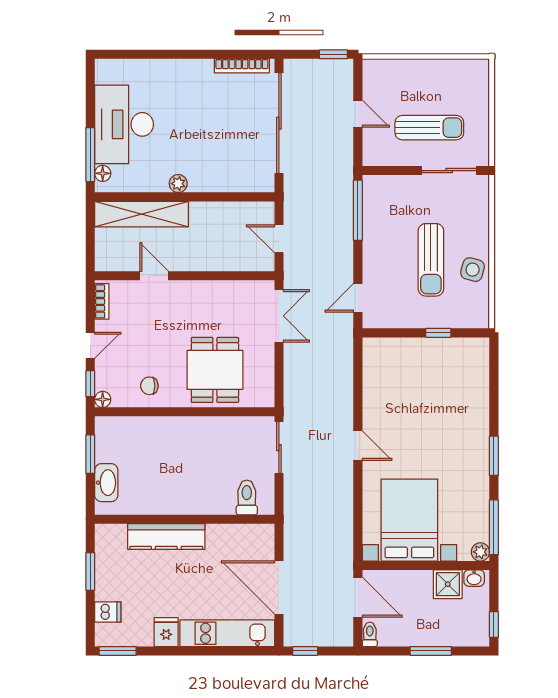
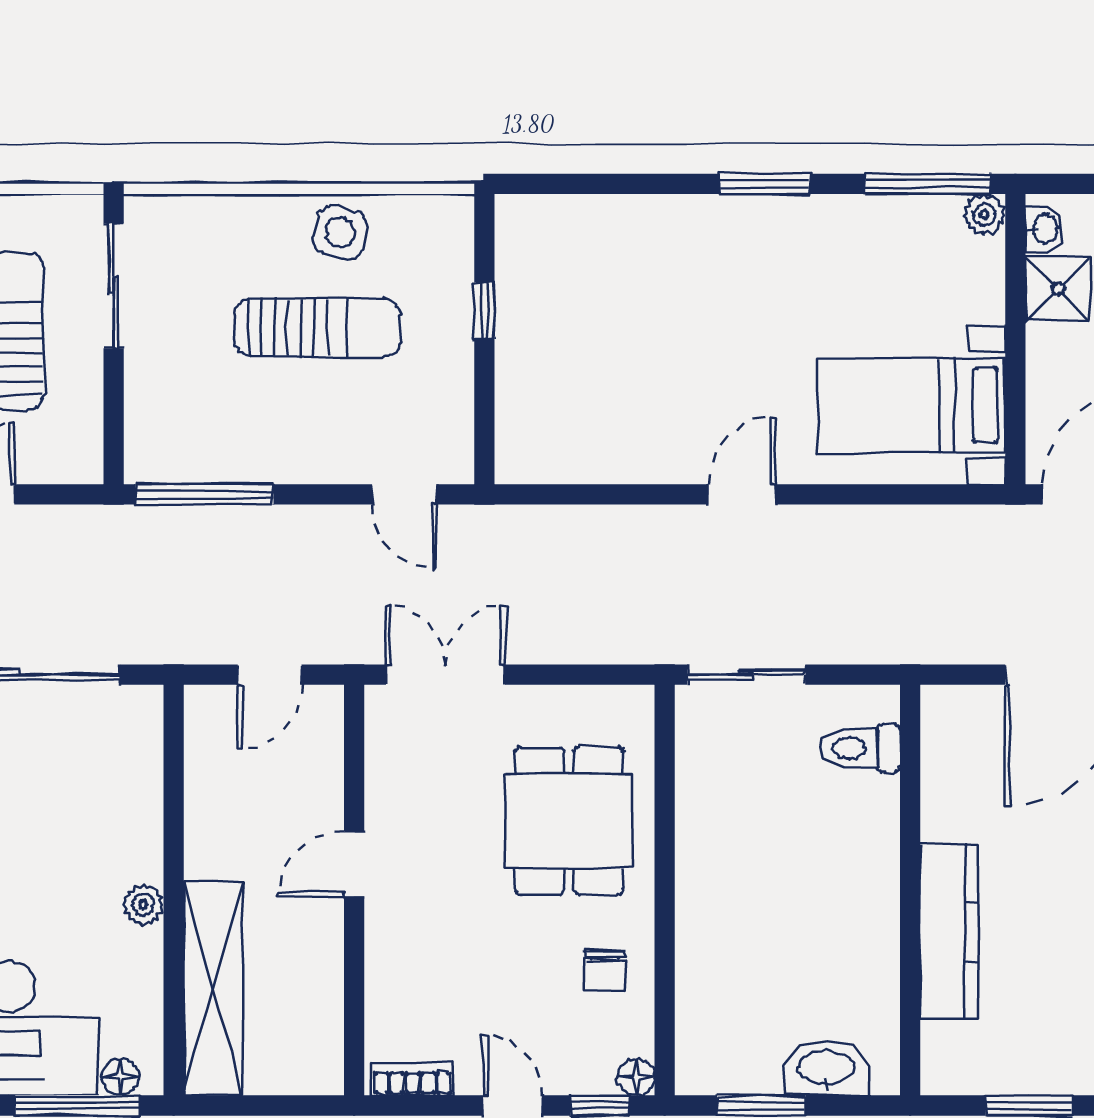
door: (154, 276) -> (354, 864), moved
dining table: (215, 370) -> (569, 821), turned 90
bed with nightstands: (409, 520) -> (912, 405), width x0.73

